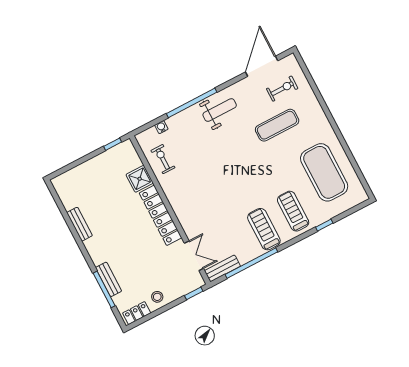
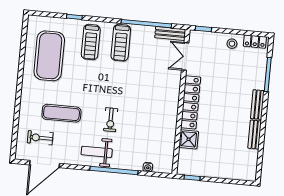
exercise bike: (163, 159) -> (111, 120), moved
bench: (108, 279) -> (257, 105), moved

